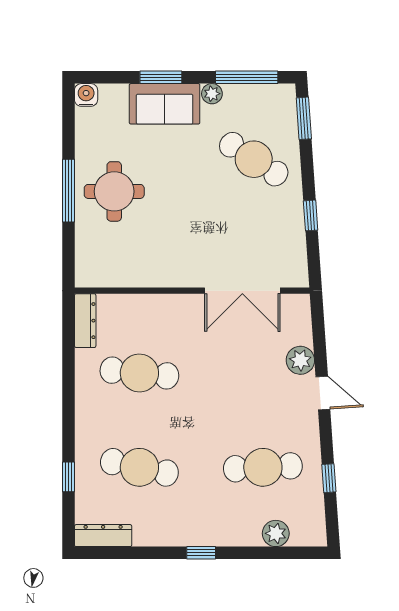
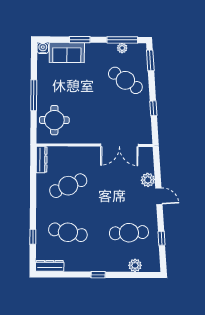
plant: (212, 94) -> (122, 48), moved
sofa: (165, 104) -> (67, 53), moved
round table: (114, 191) -> (54, 120), moved
cafe table: (139, 373) -> (68, 186), turned -30

